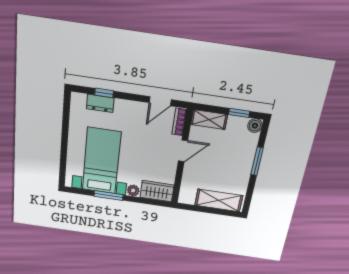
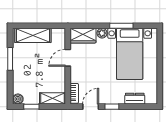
window: (104, 93) -> (112, 107), moved
door: (183, 151) -> (68, 58), moved
window: (257, 161) -> (10, 59), moved

